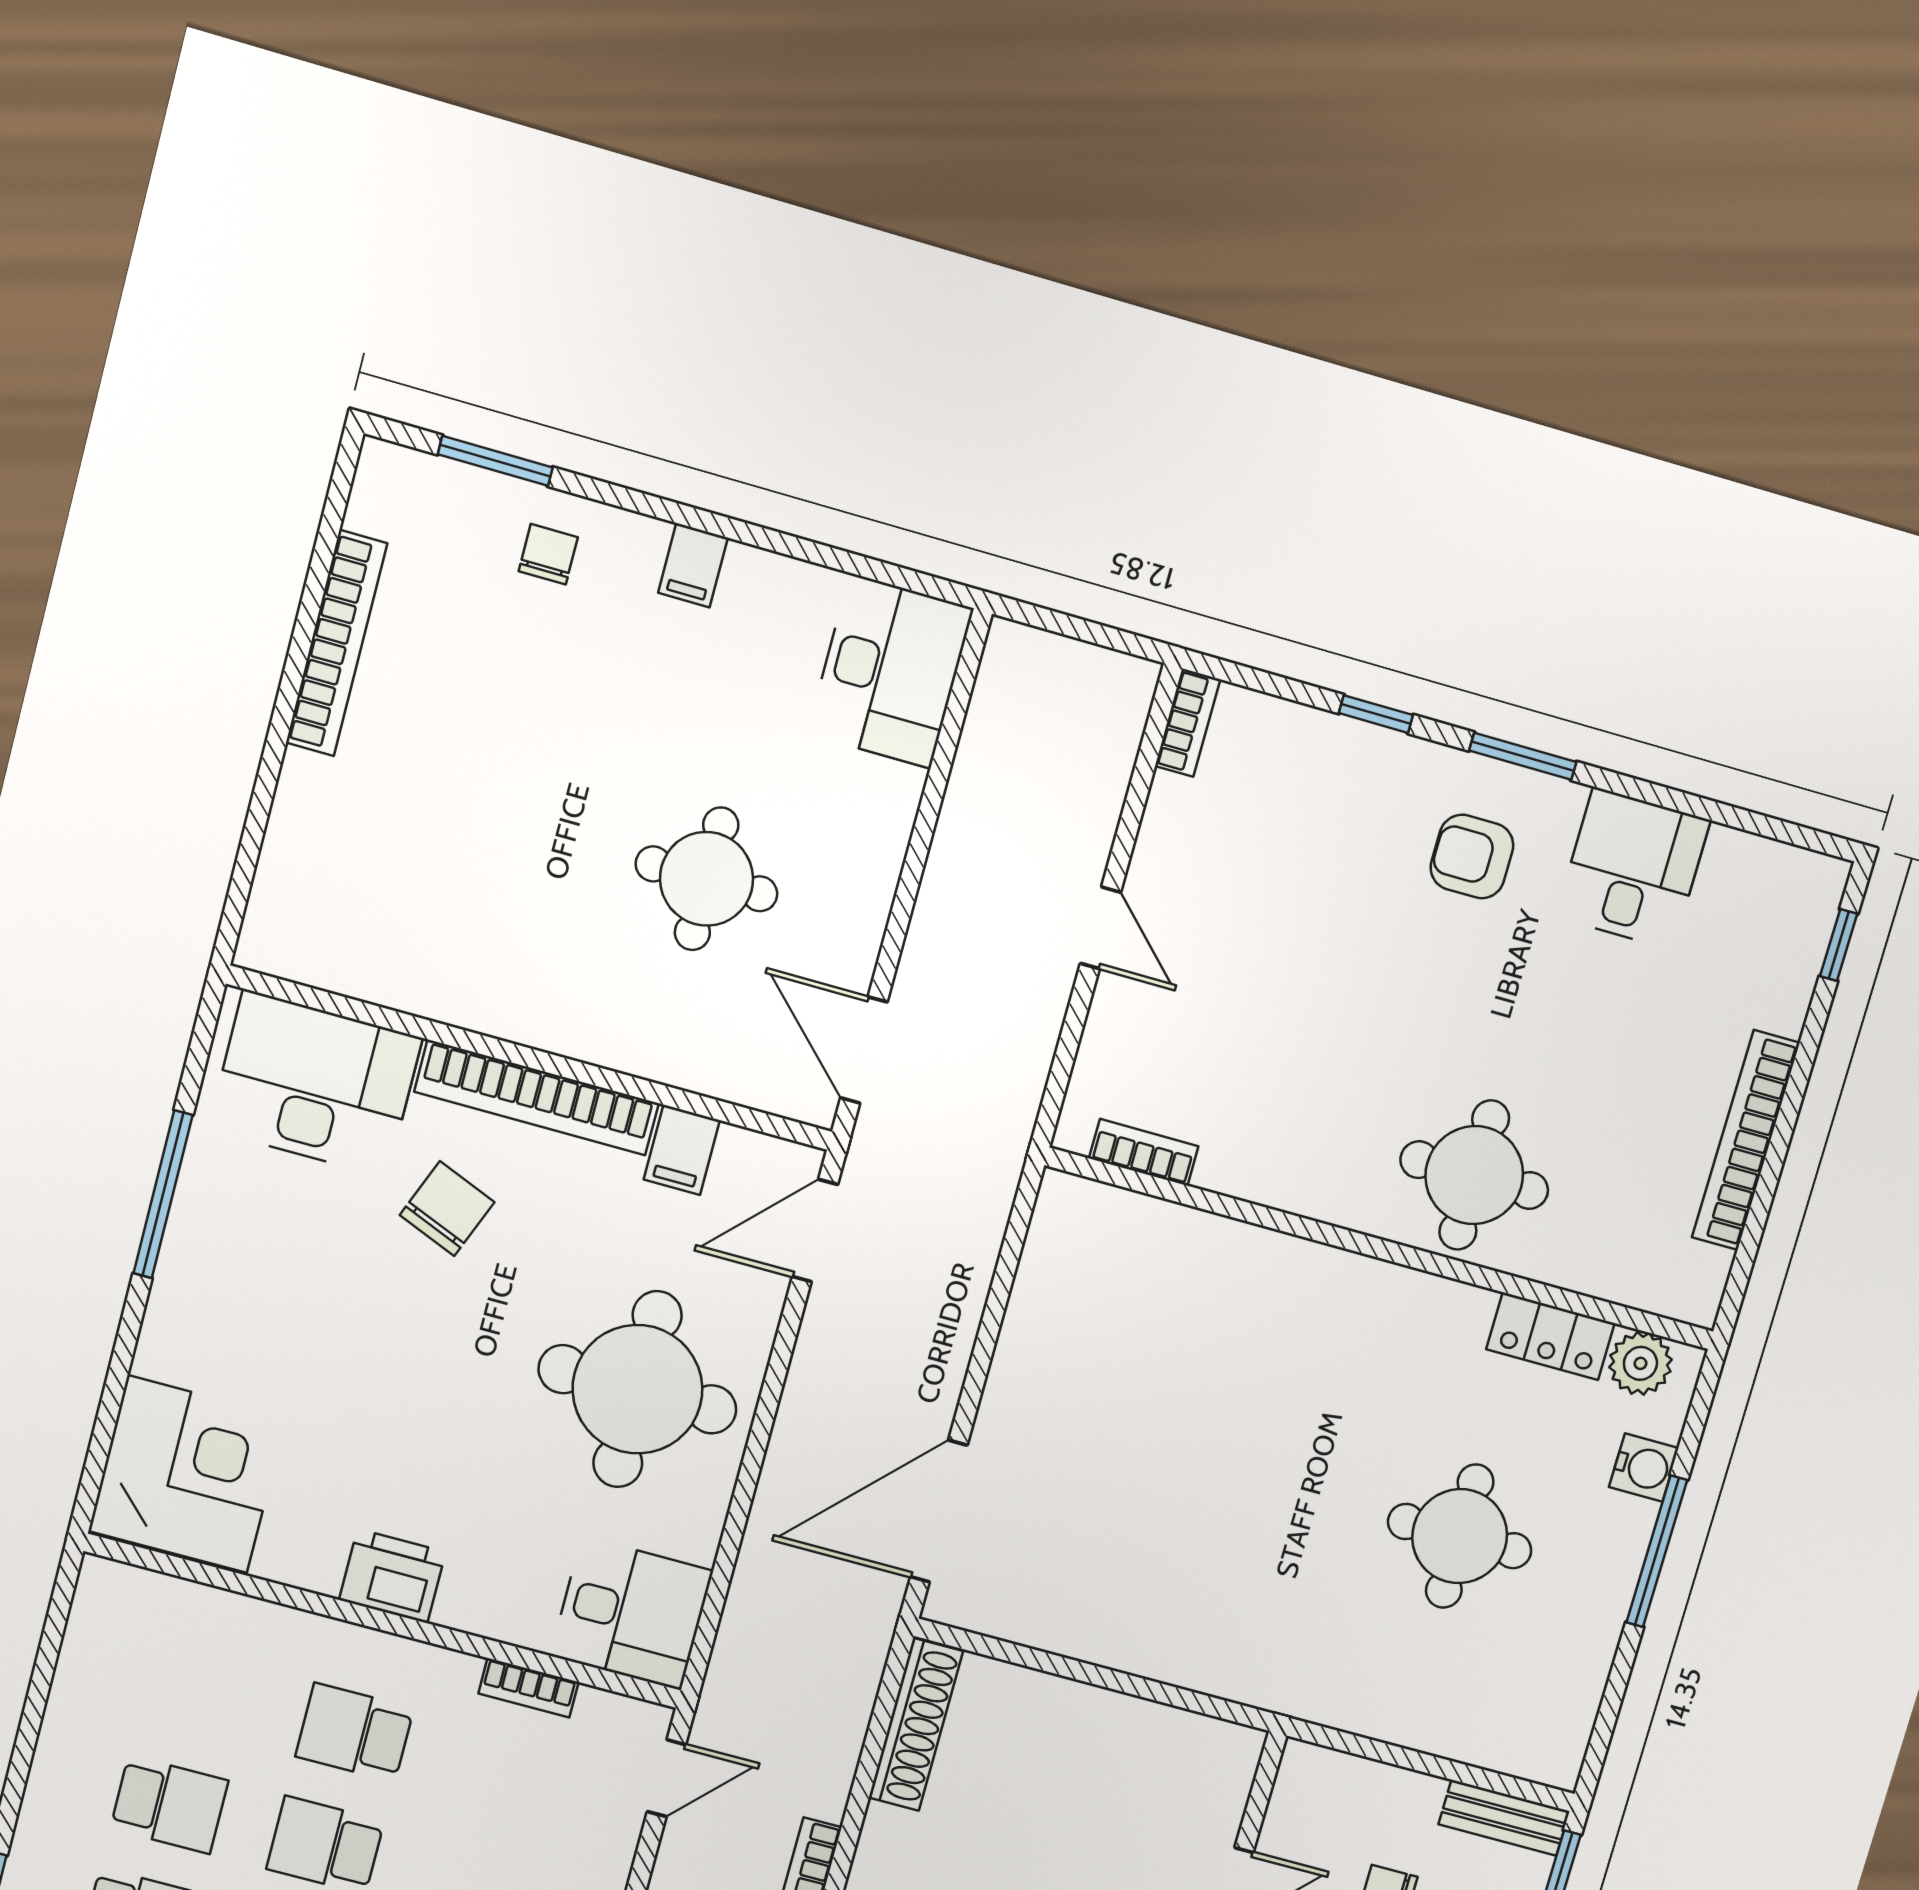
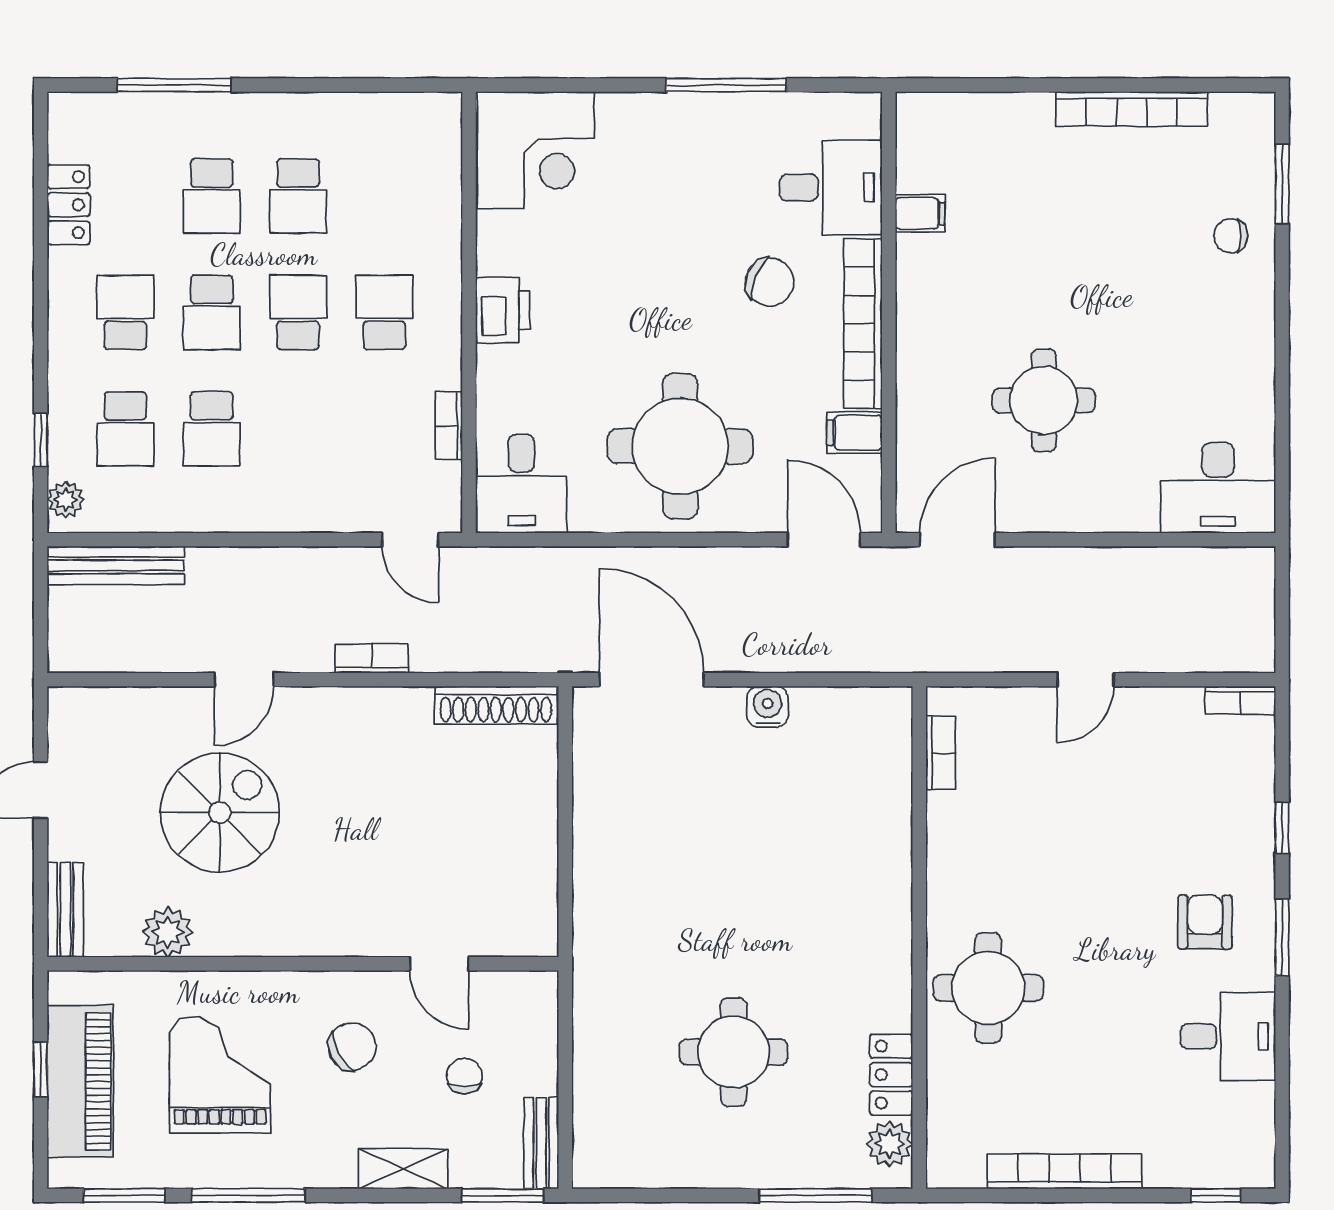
chair: (548, 554) -> (1231, 236), turned 180
filing cabinet: (693, 565) -> (920, 213), moved, turned 180
desk: (315, 1084) -> (831, 188), width x0.73
water cooler: (1644, 1468) -> (768, 707), moved, turned 180
window: (1657, 1551) -> (815, 1195), moved

